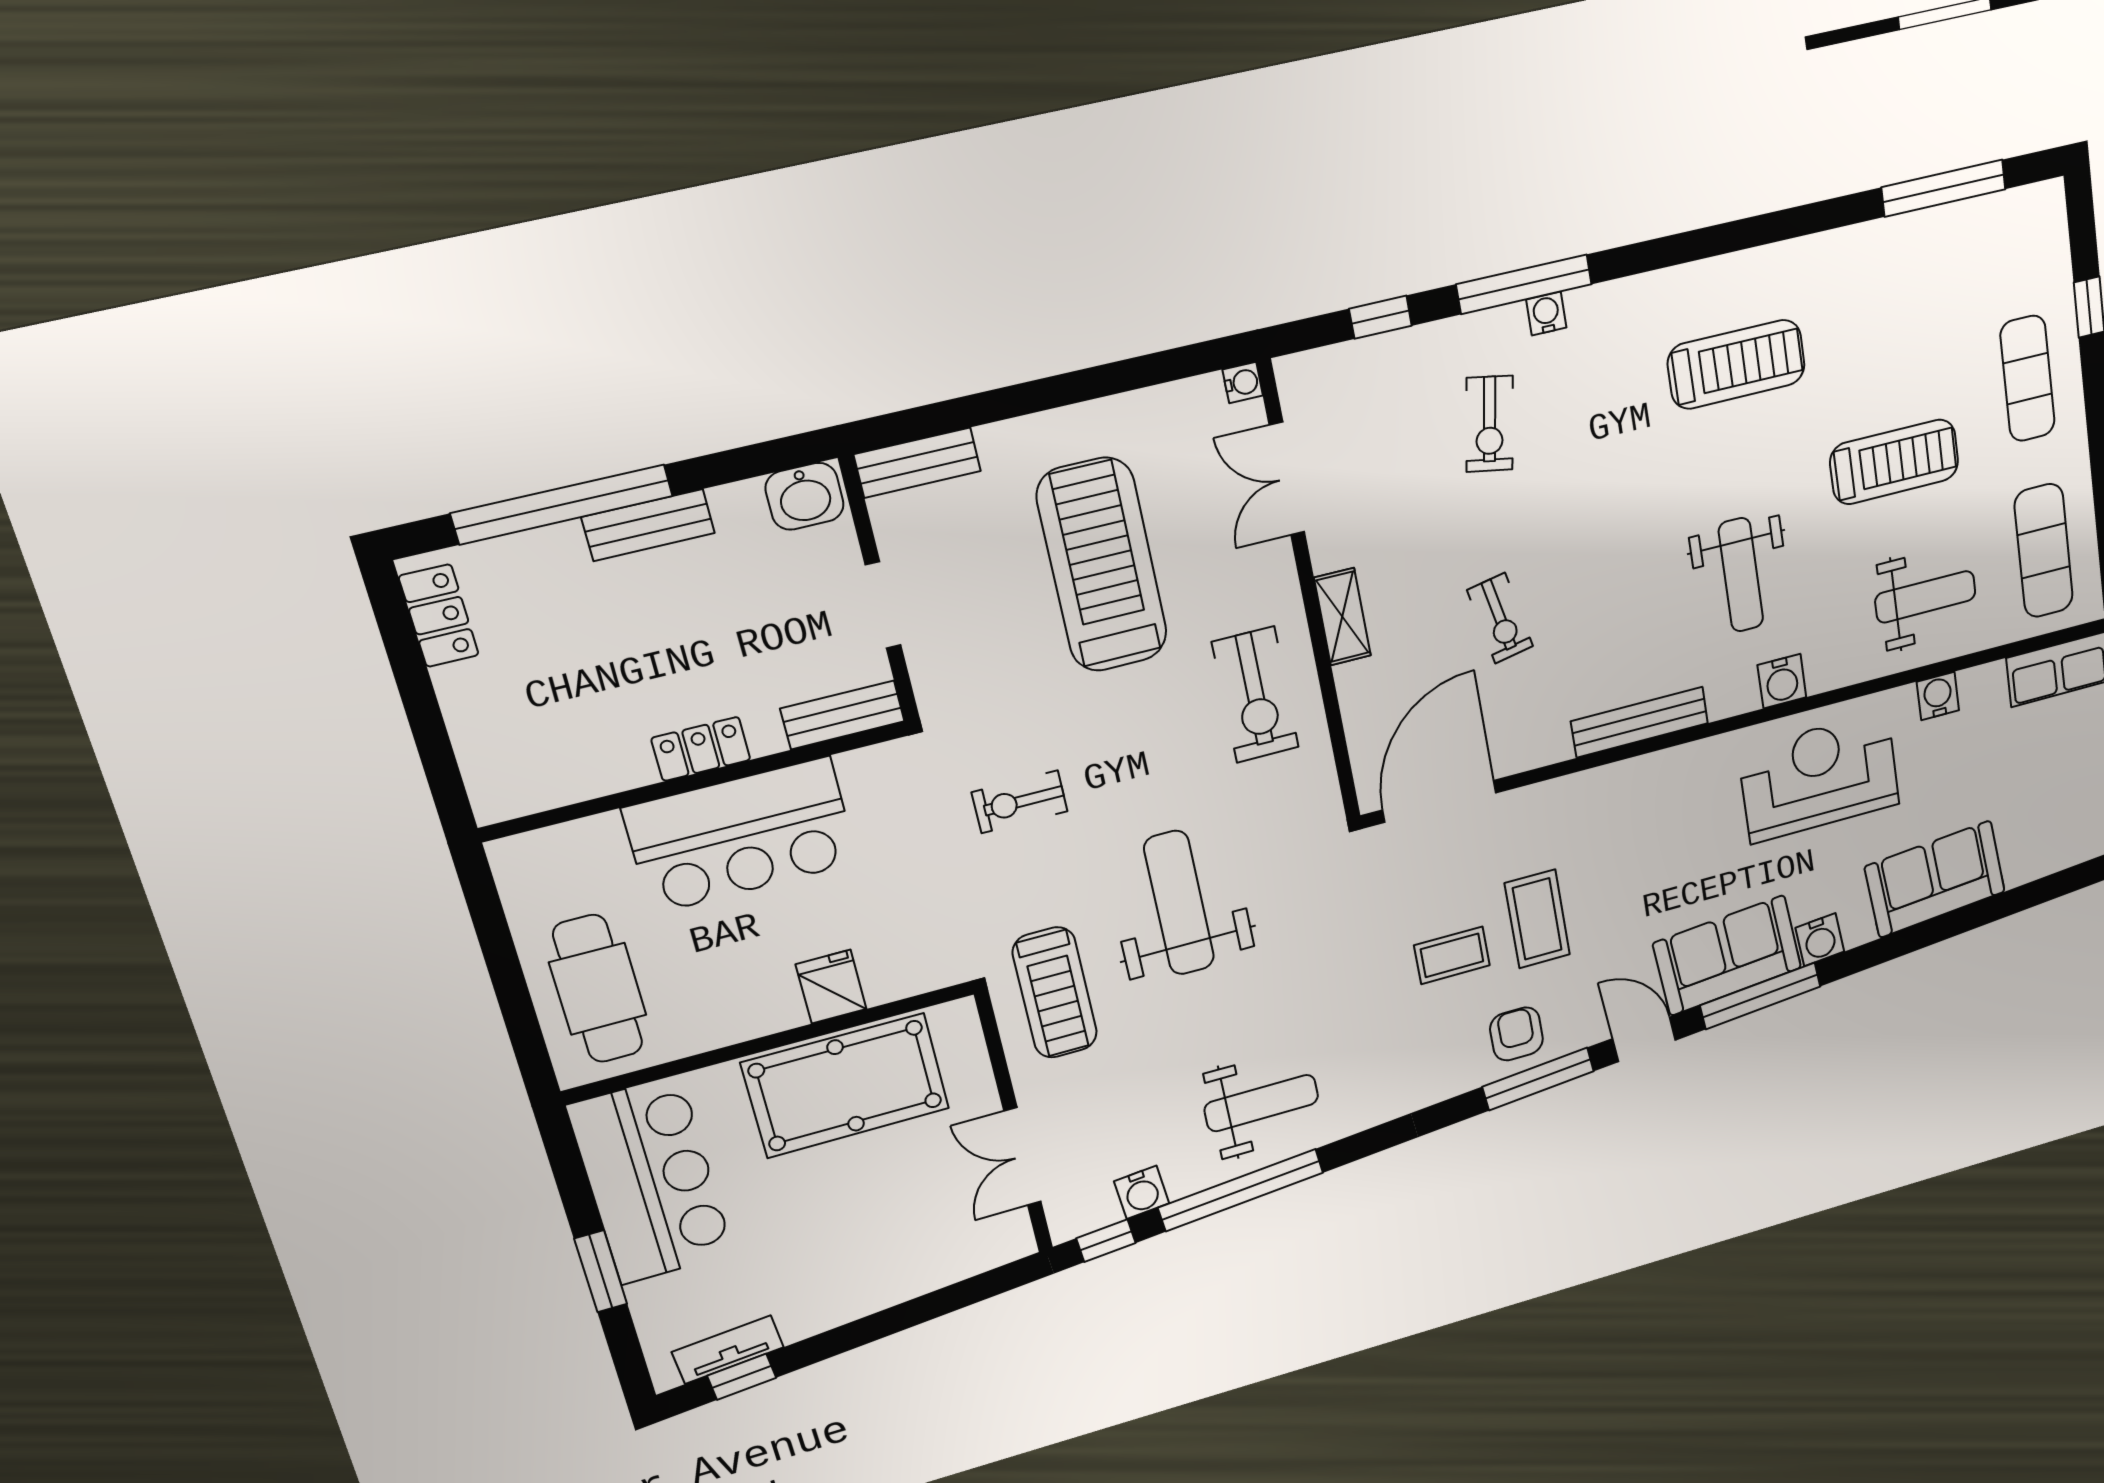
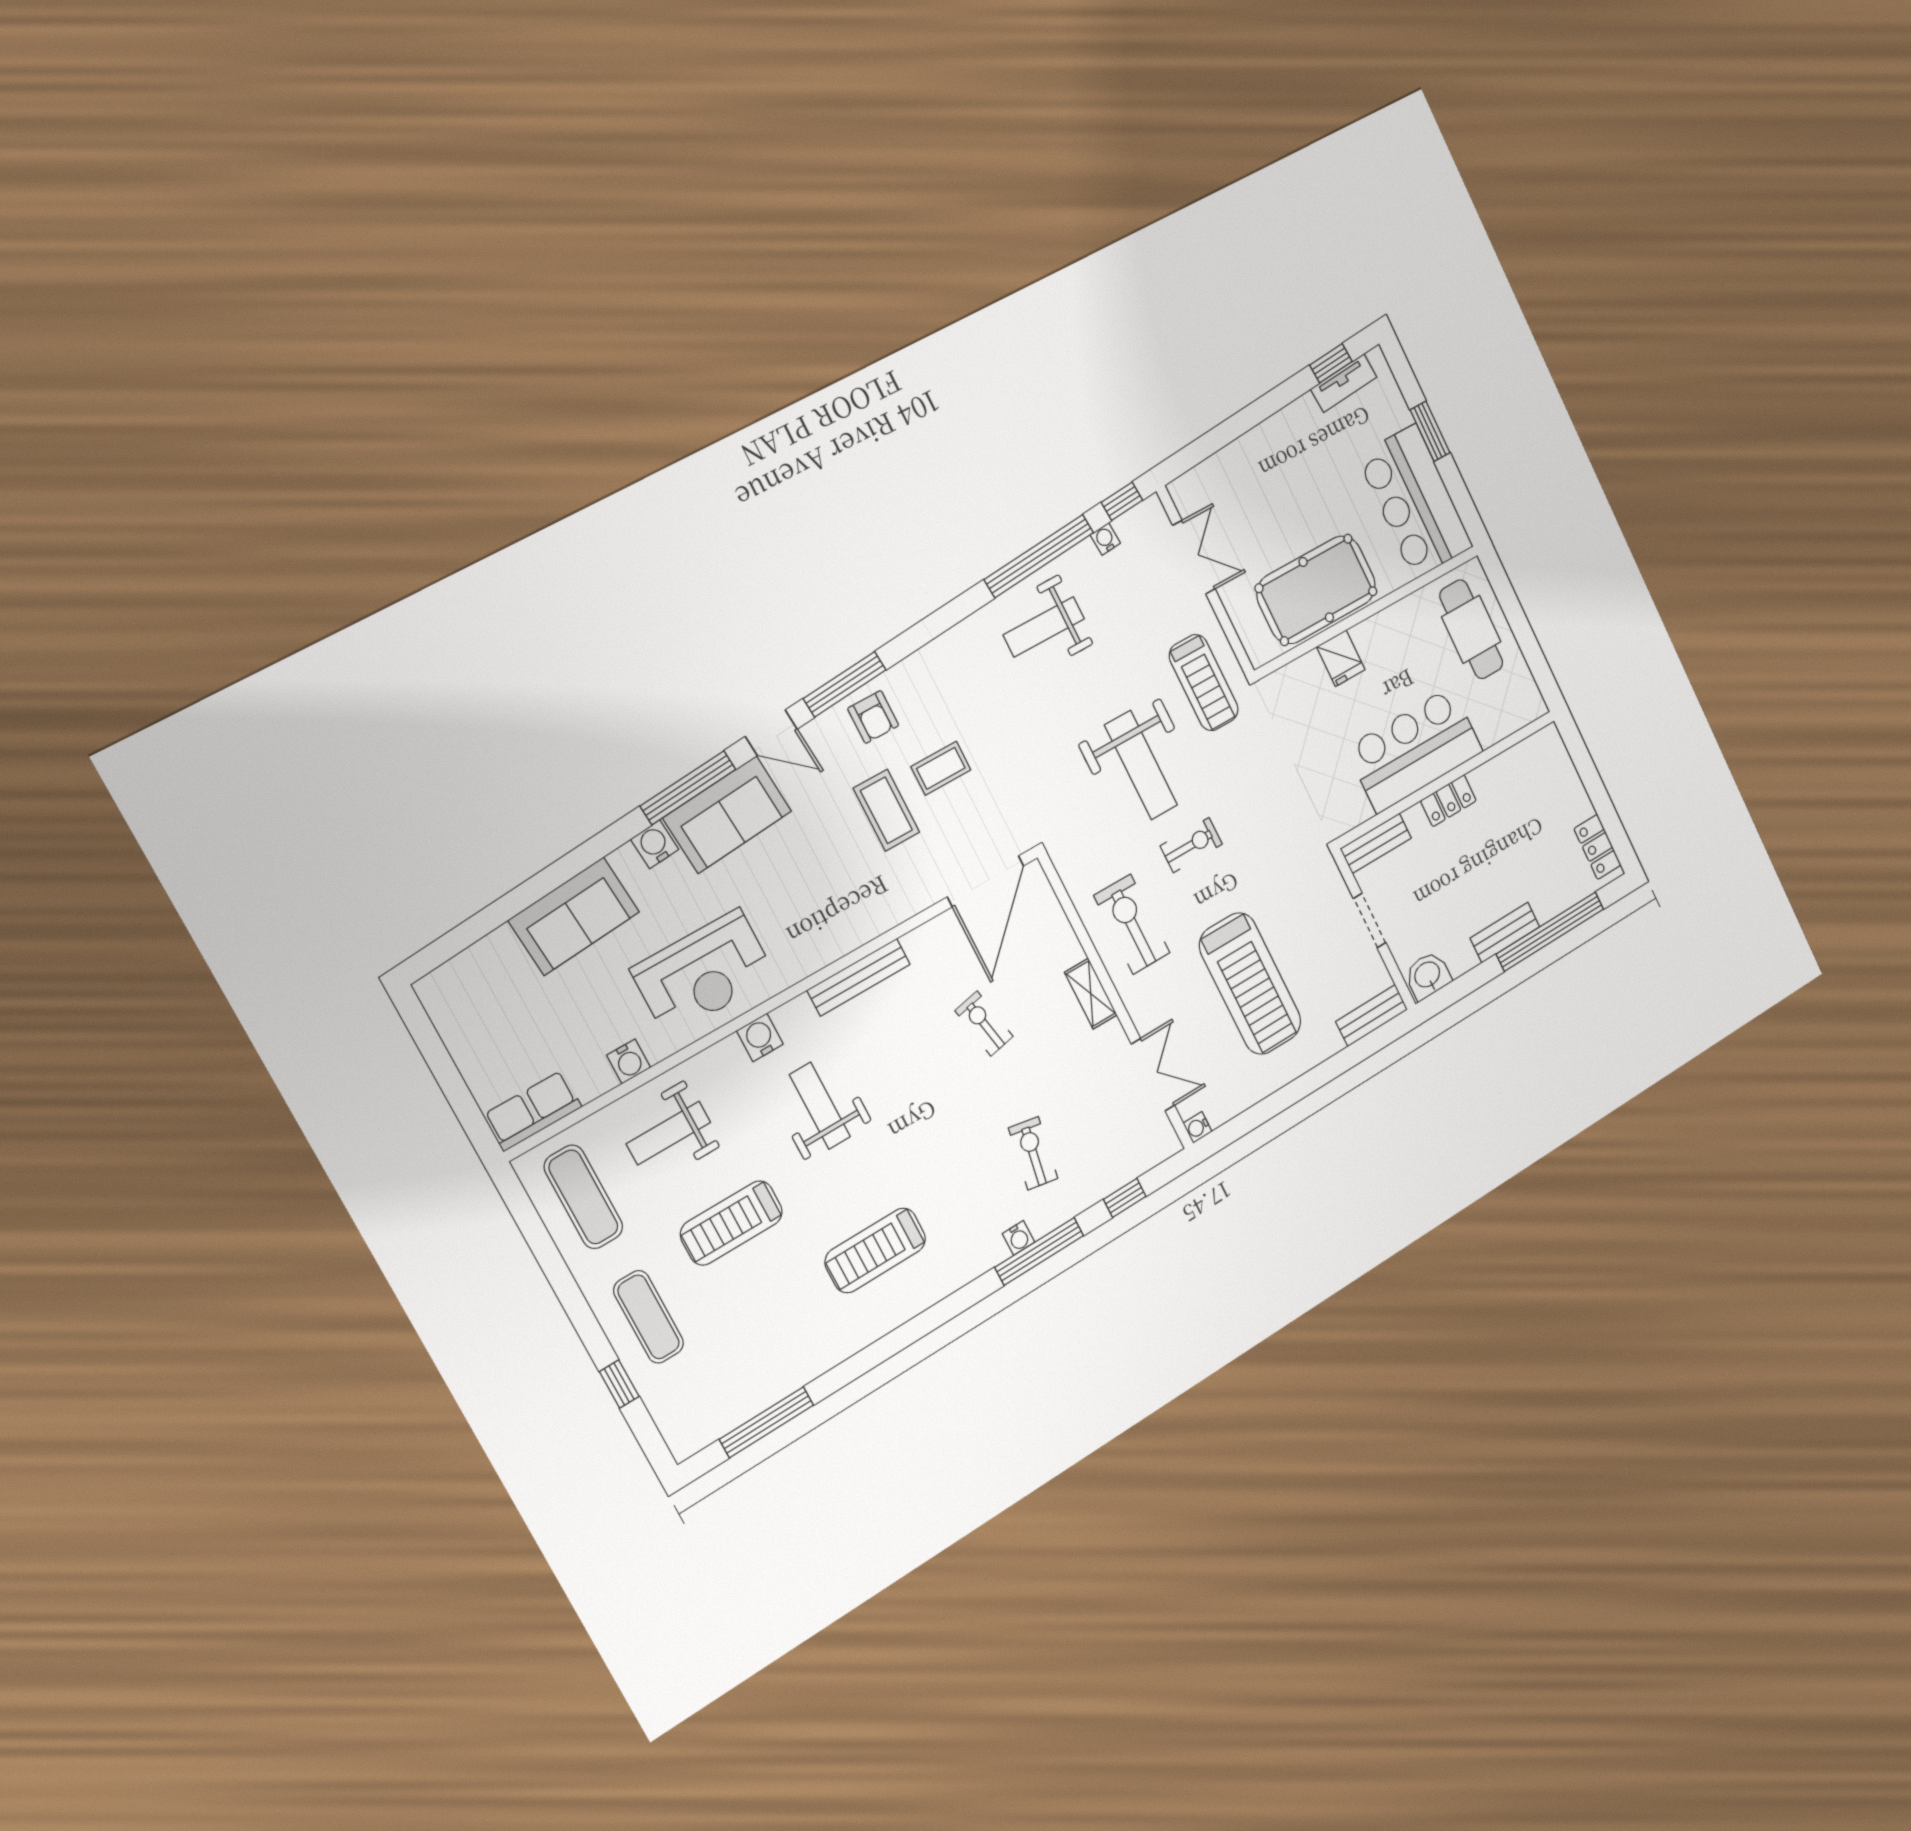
exercise bike: (1020, 802) -> (1191, 845), moved
treadmill: (1055, 993) -> (1204, 683), turned 180
water cooler: (1142, 1192) -> (1105, 539), width x0.72, depth x0.72

